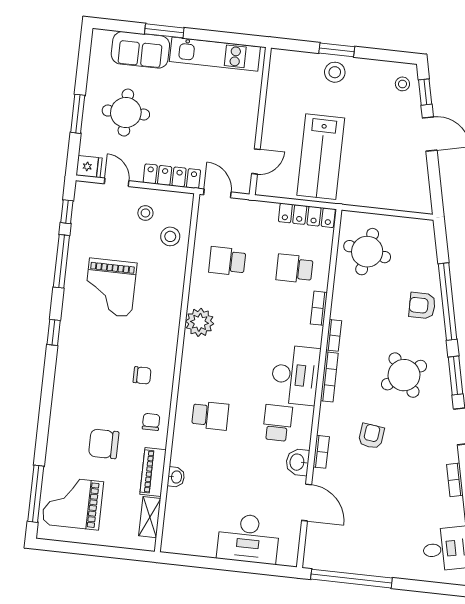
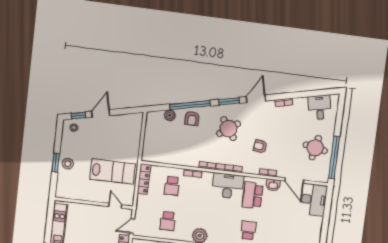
round table: (367, 252) -> (315, 148), moved
plant: (428, 264) -> (170, 115), added
school desk: (277, 423) -> (253, 195), width x1.85
door: (307, 503) -> (294, 180), swing flipped
desk: (248, 539) -> (314, 200), moved

